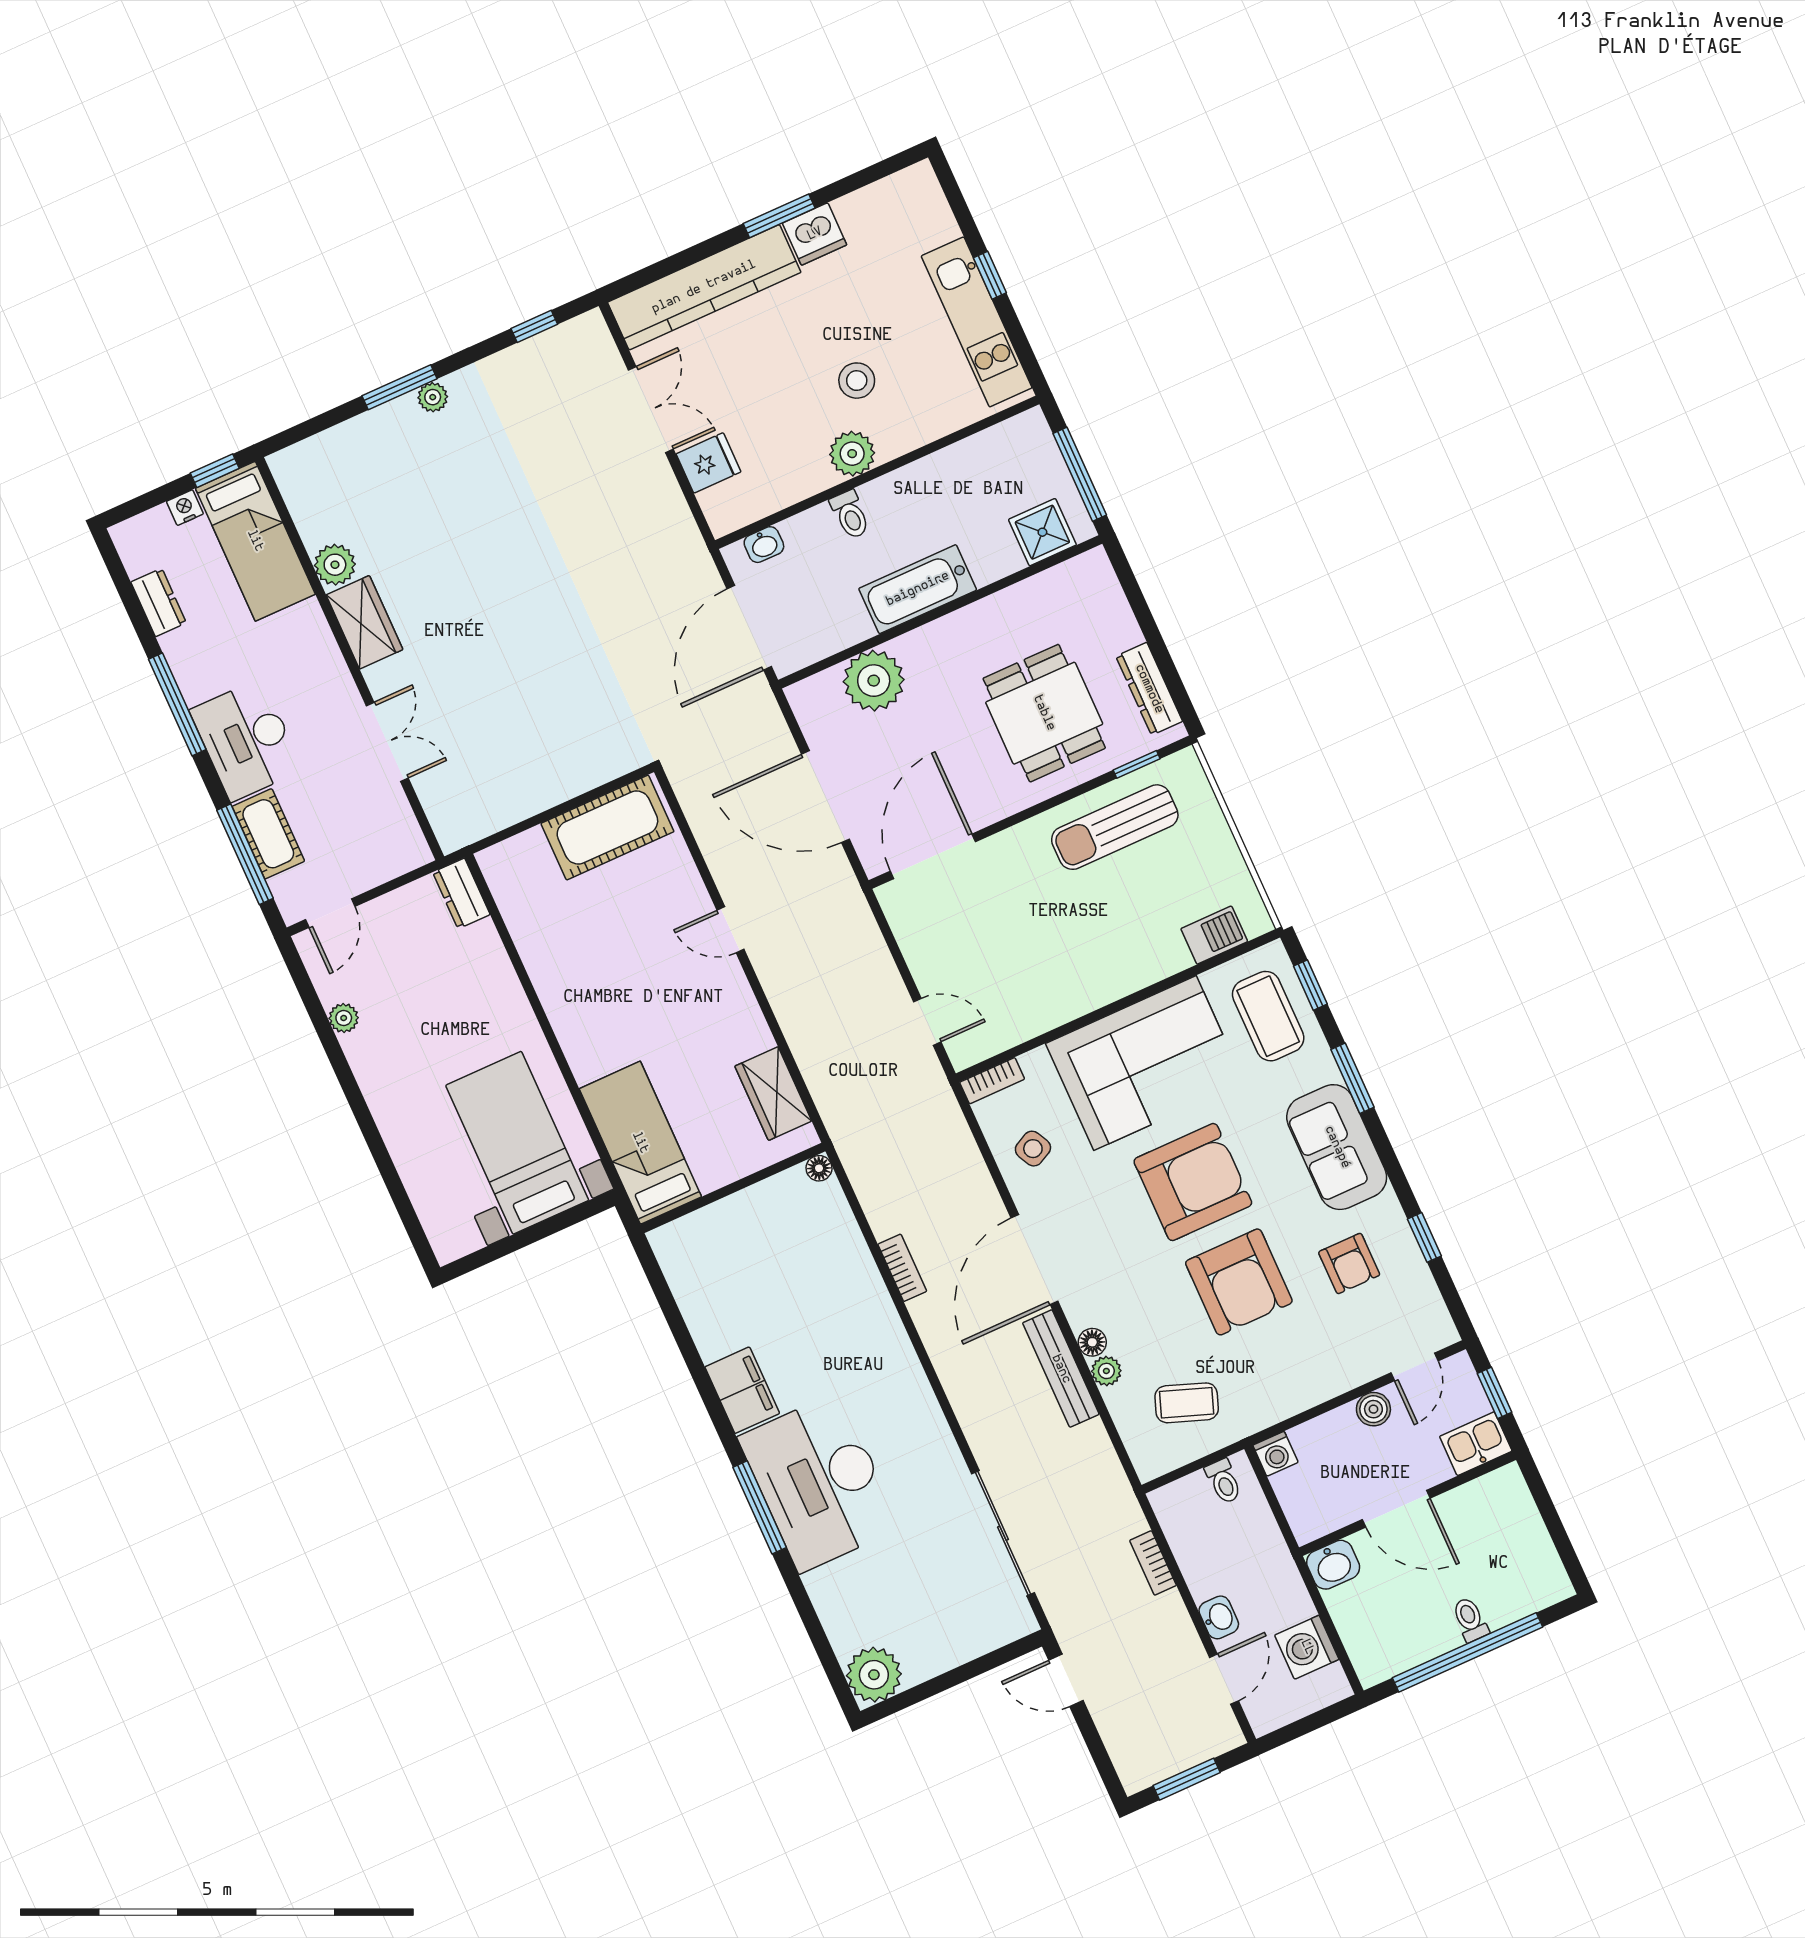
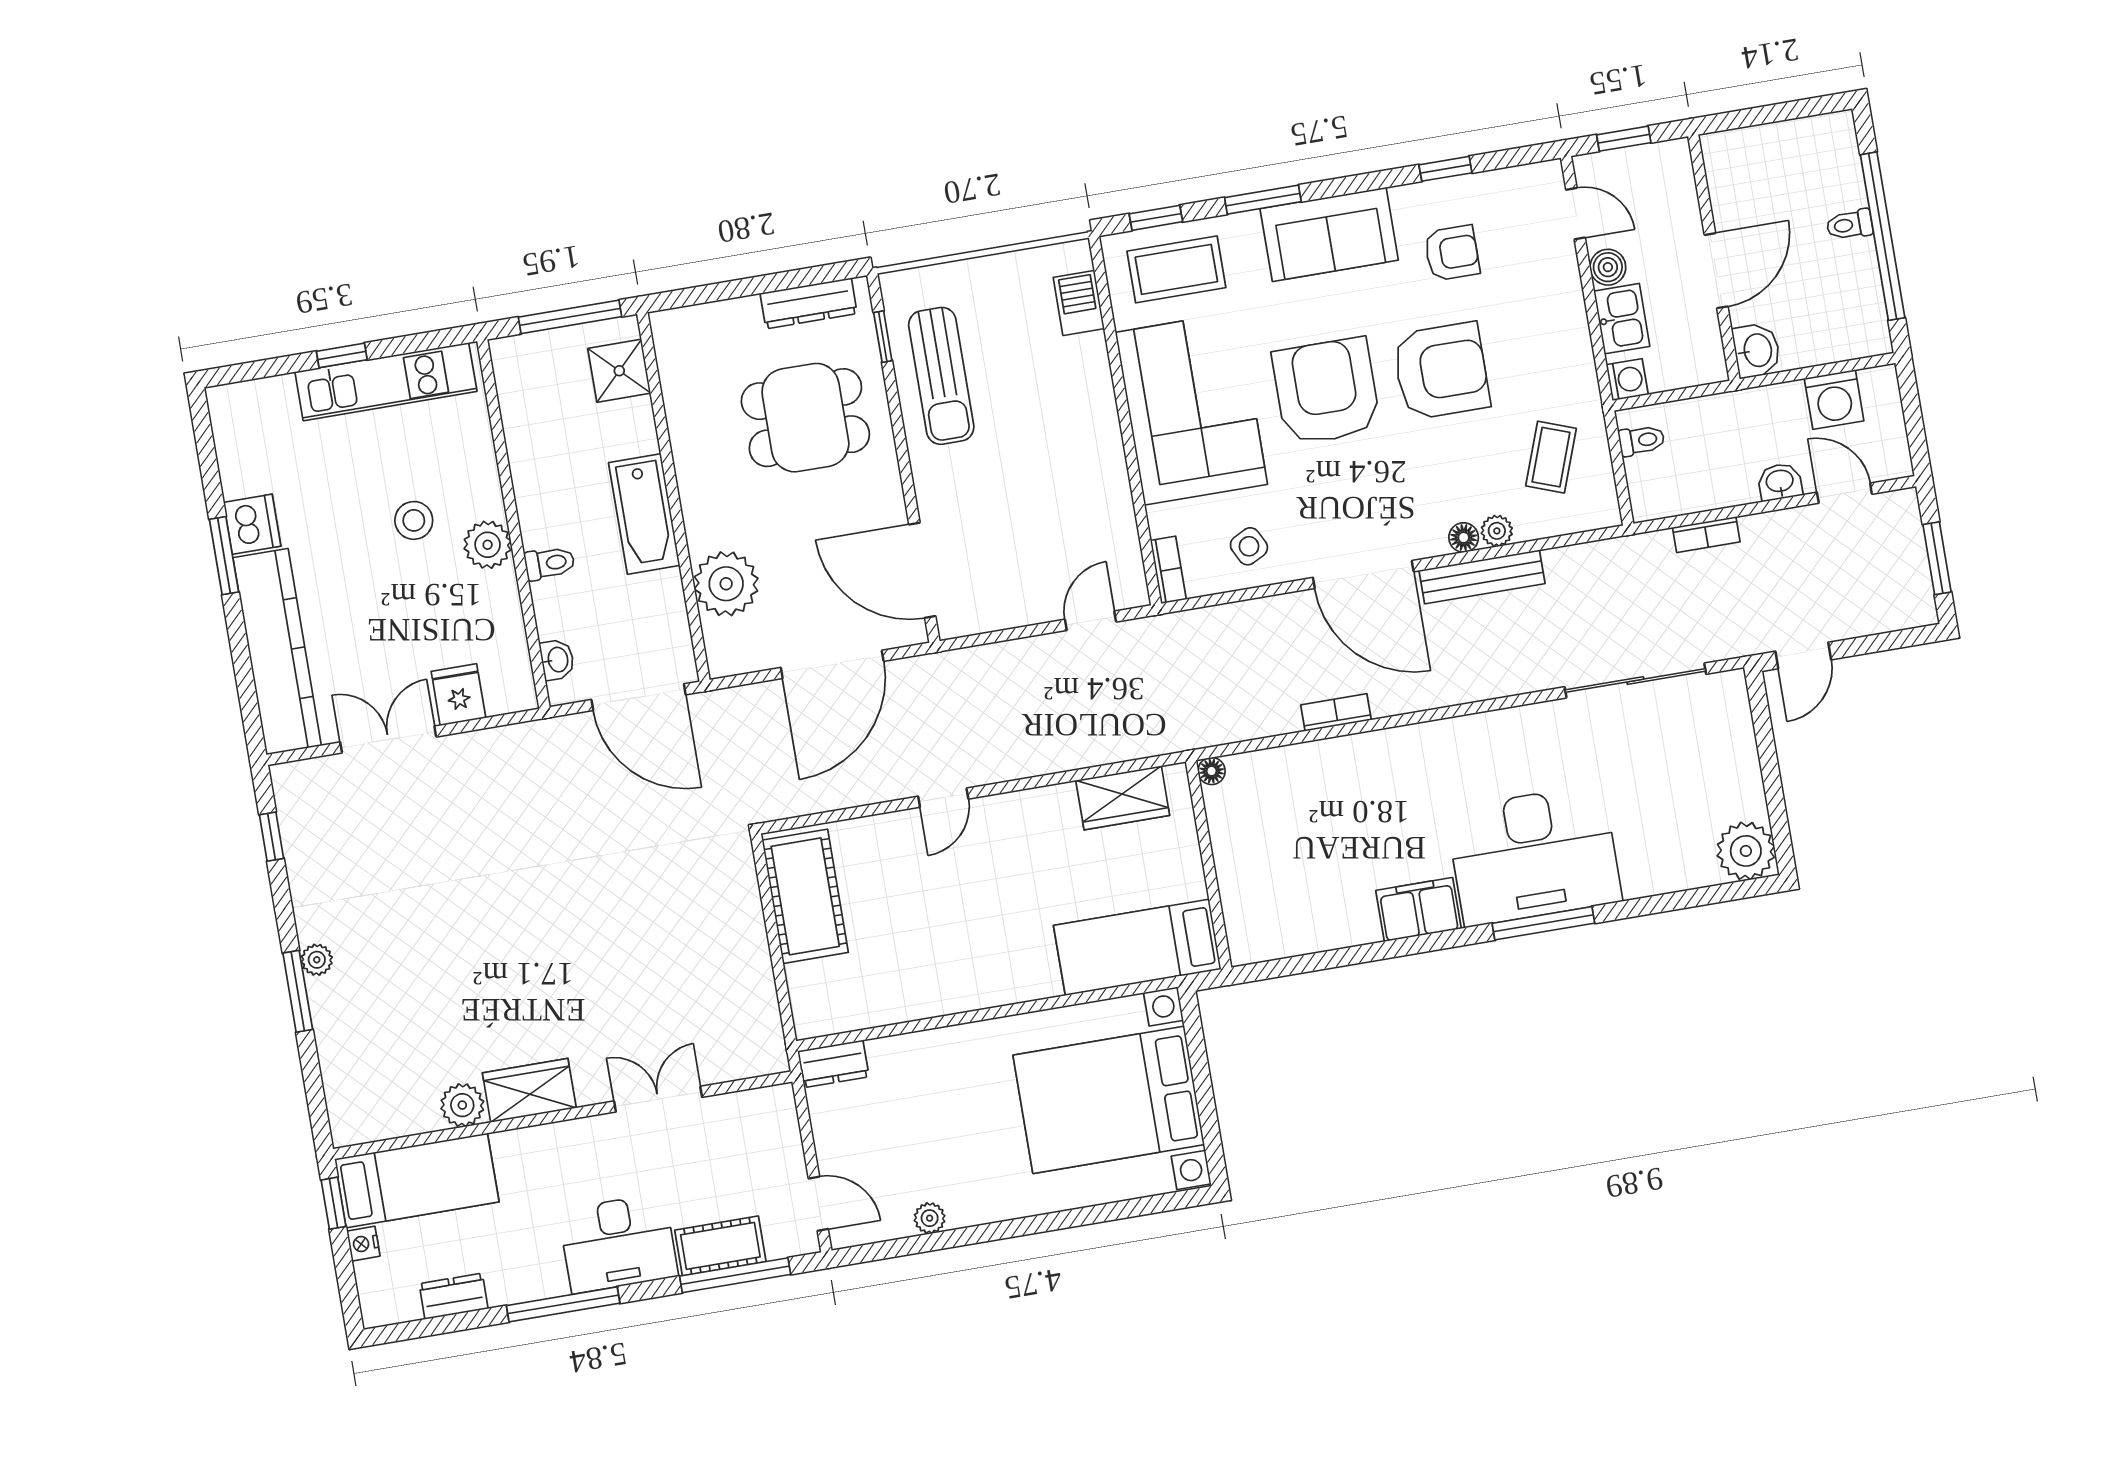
bed with nightstands: (517, 1143) -> (1109, 1100), width x1.36
kitchen sink: (1476, 1444) -> (1622, 319), moved, turned 180

